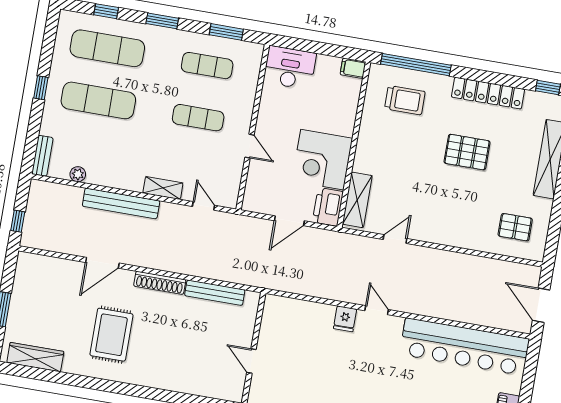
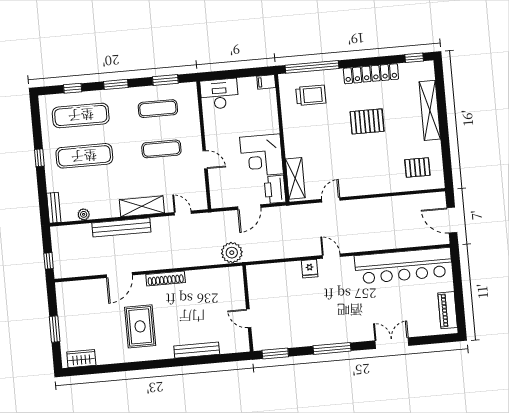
shelving: (163, 188) -> (142, 206), width x1.50, depth x1.33
plant: (252, 272) -> (232, 253), added
bench: (215, 293) -> (197, 350), moved
wardrobe: (35, 357) -> (81, 359), width x0.67

